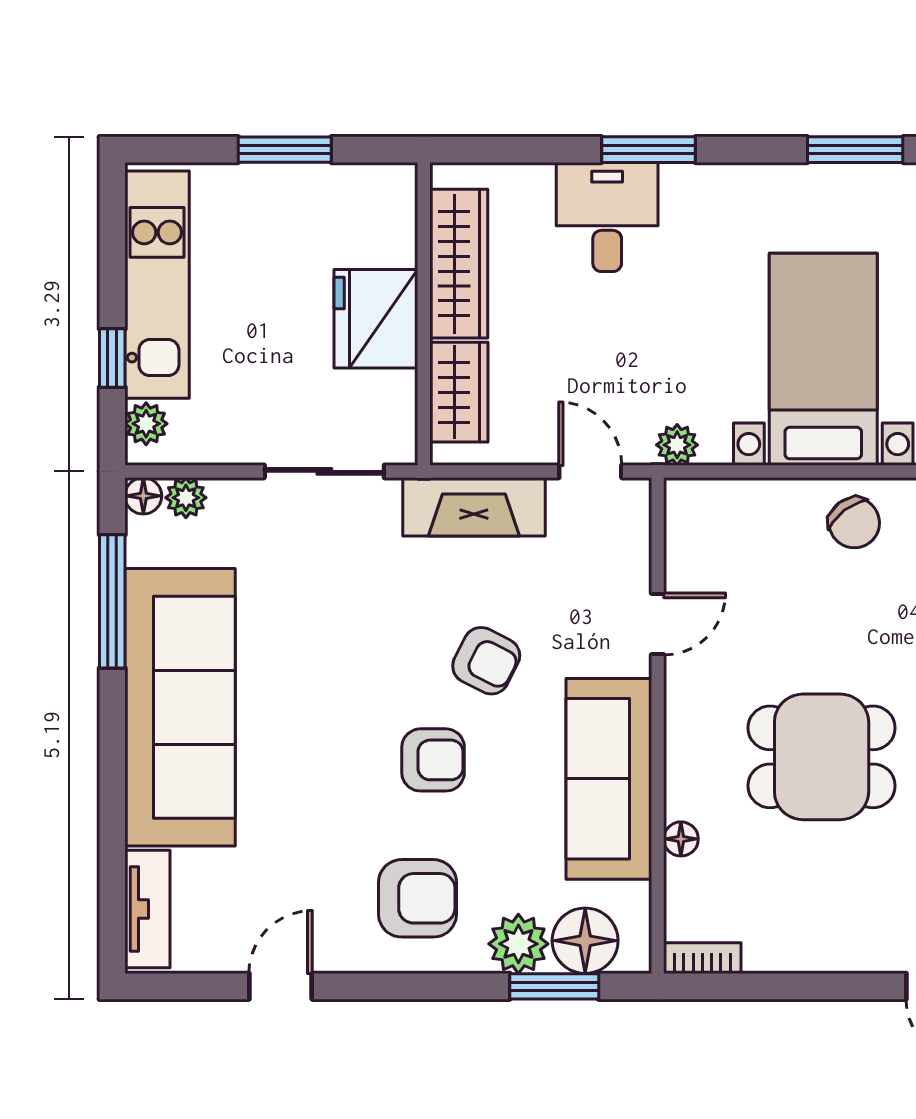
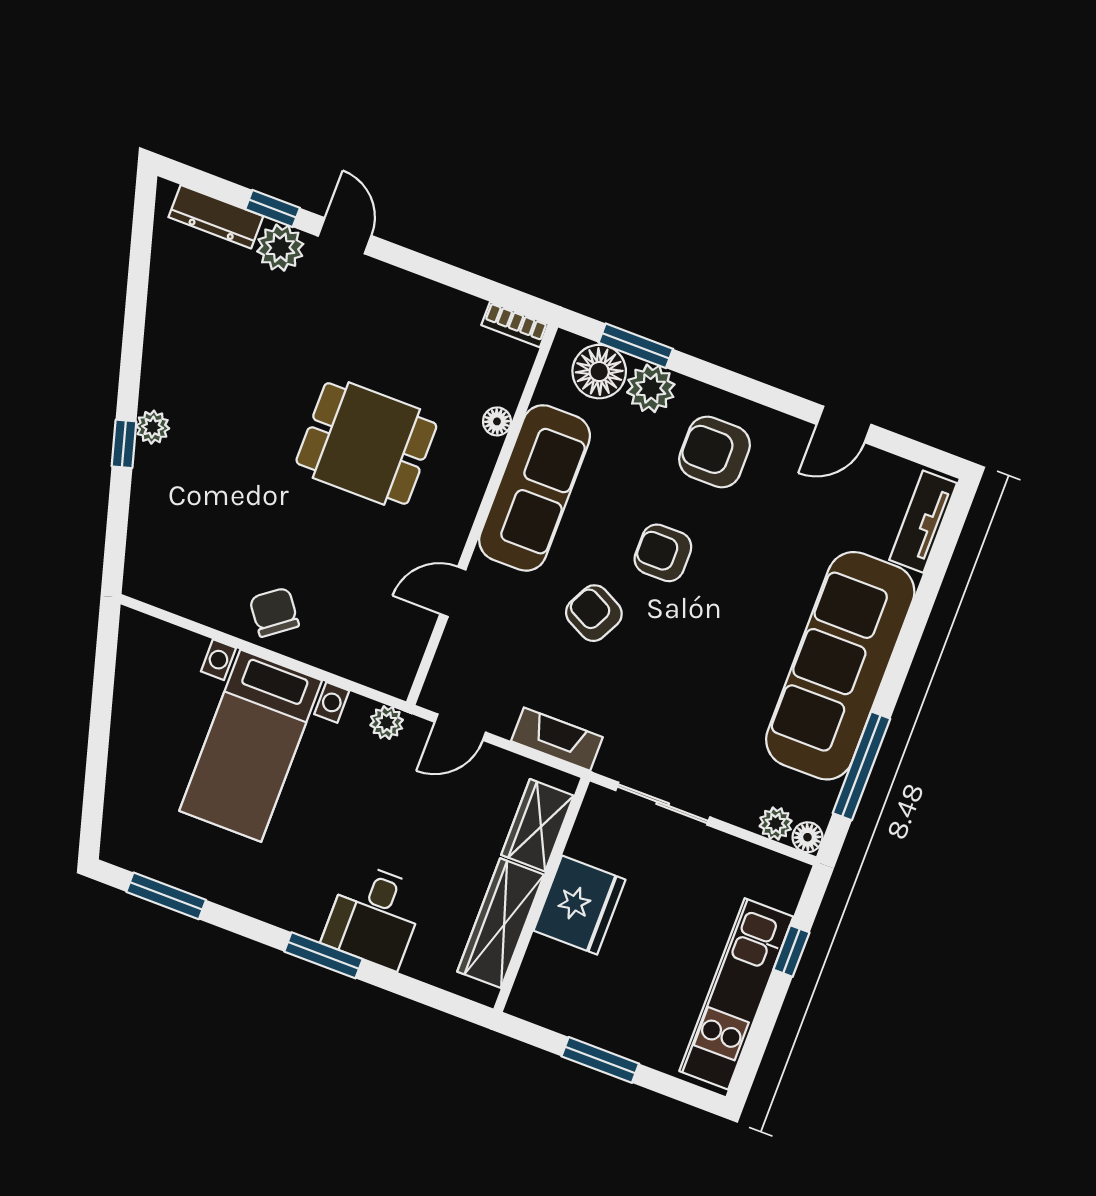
plant: (146, 424) -> (785, 891), removed
door: (590, 471) -> (460, 727), hinge flipped
fireplace: (474, 507) -> (557, 739), width x0.73, depth x0.76

